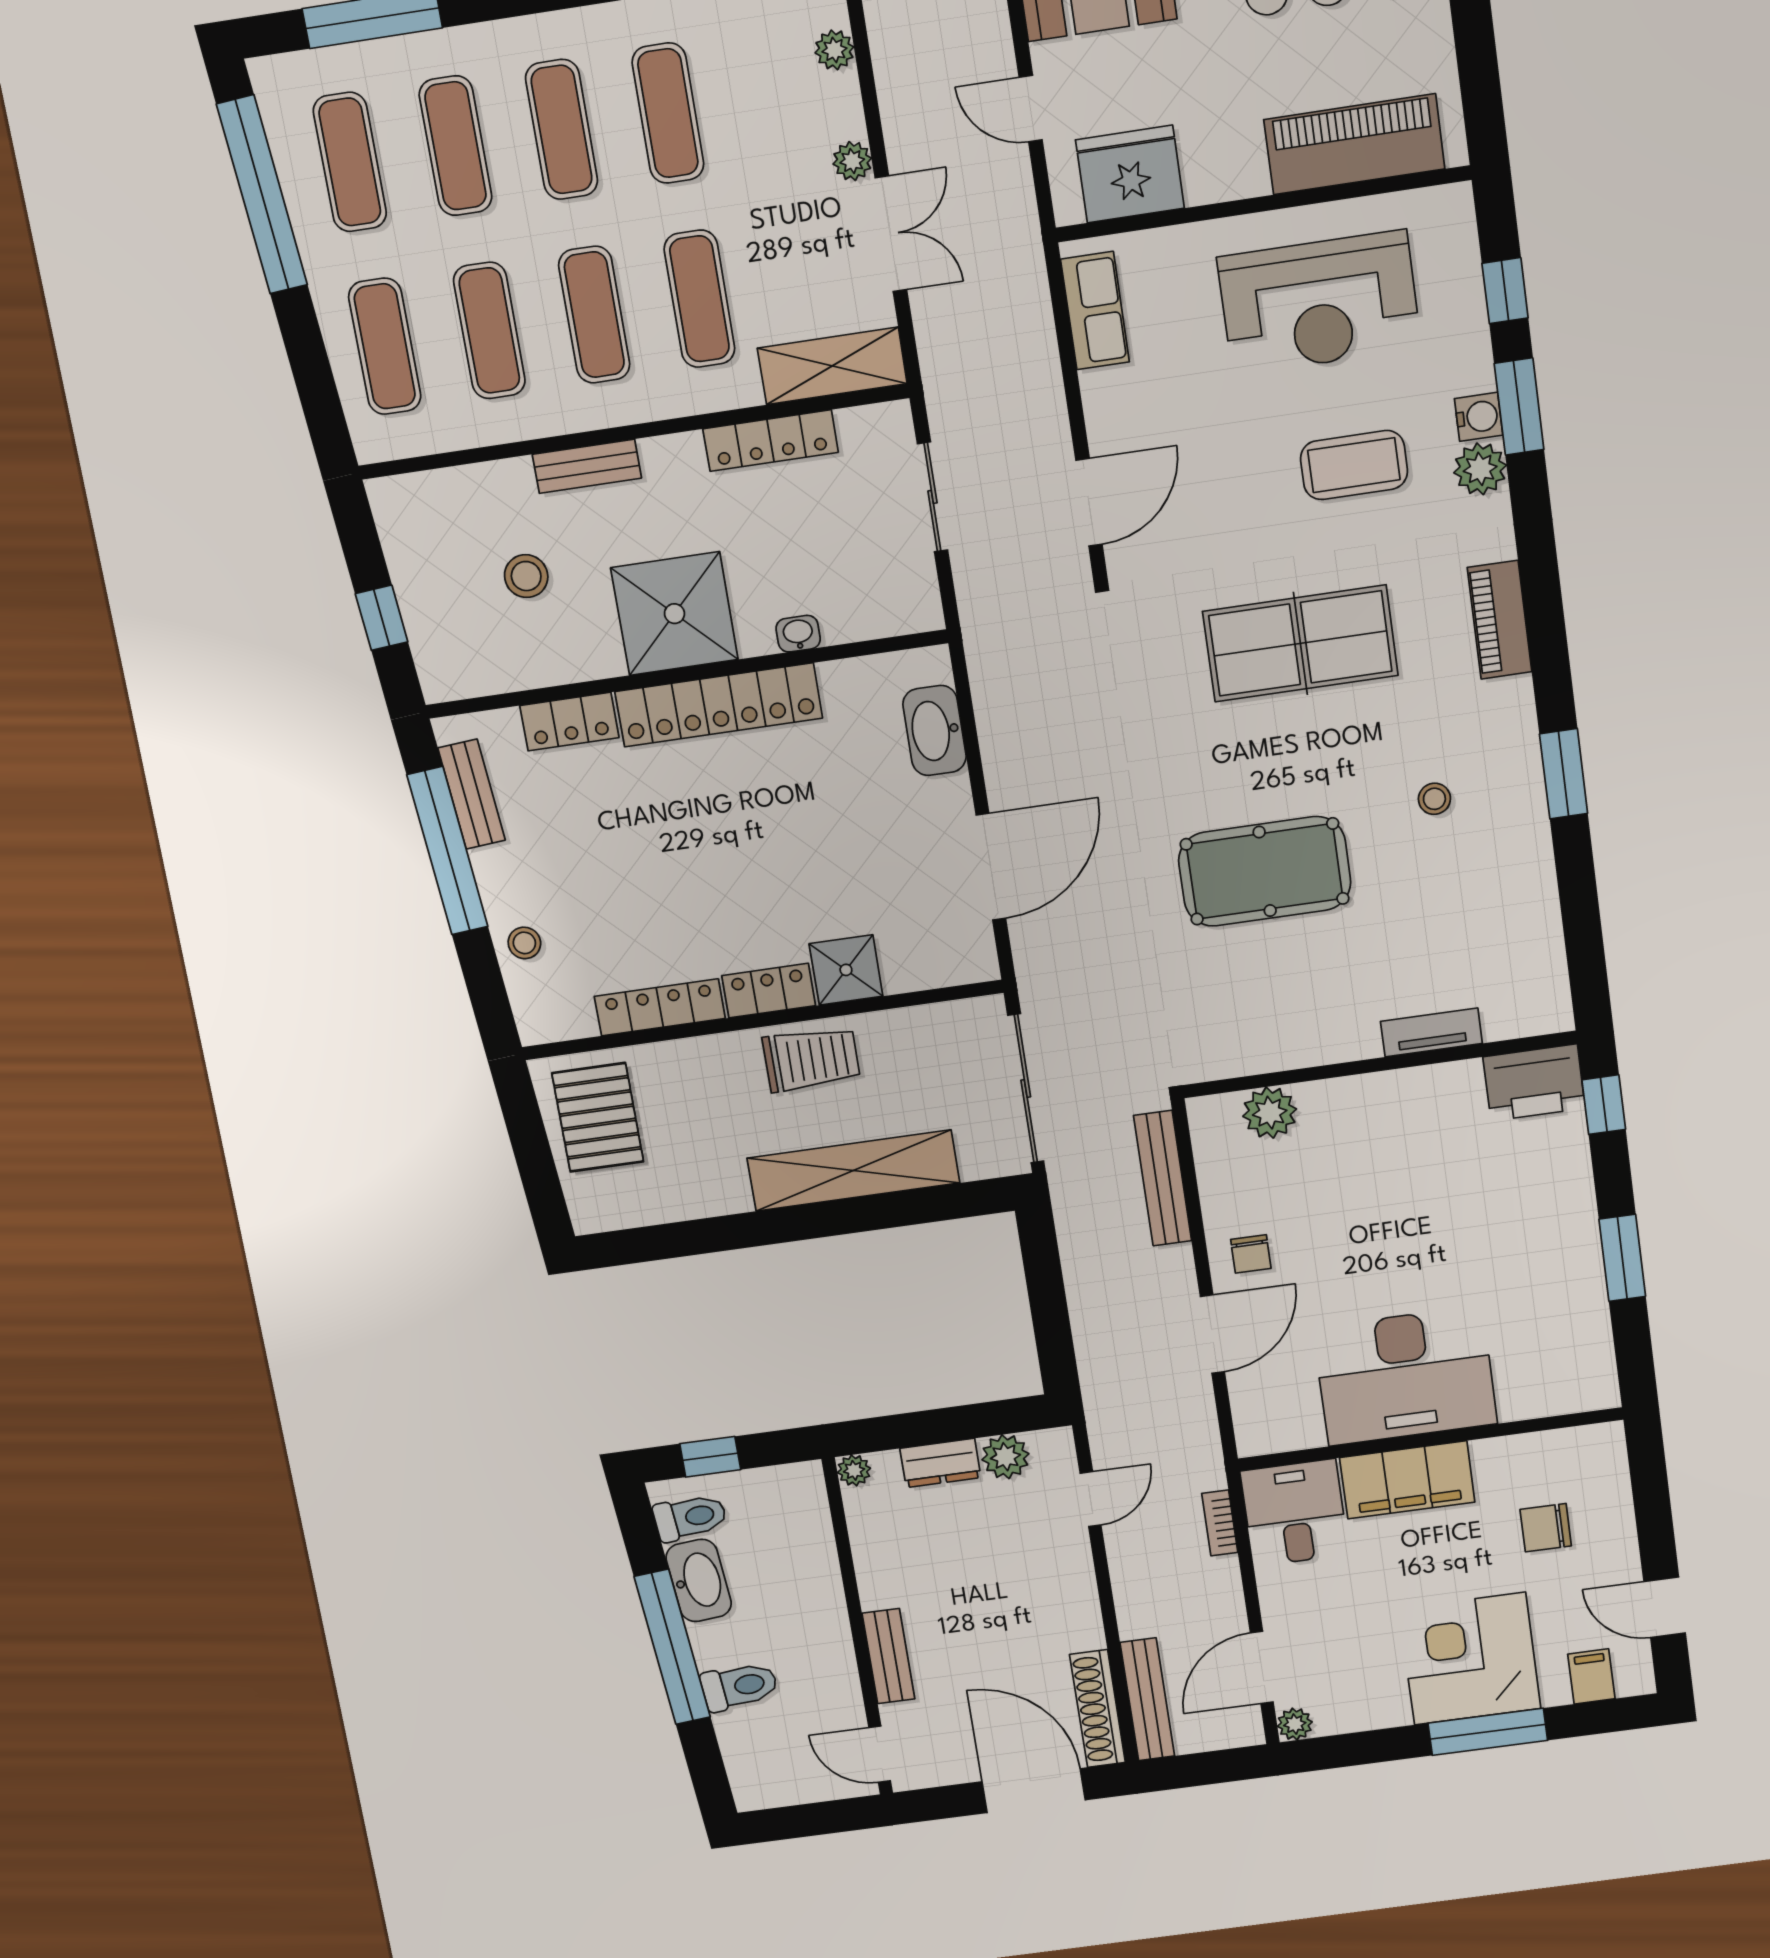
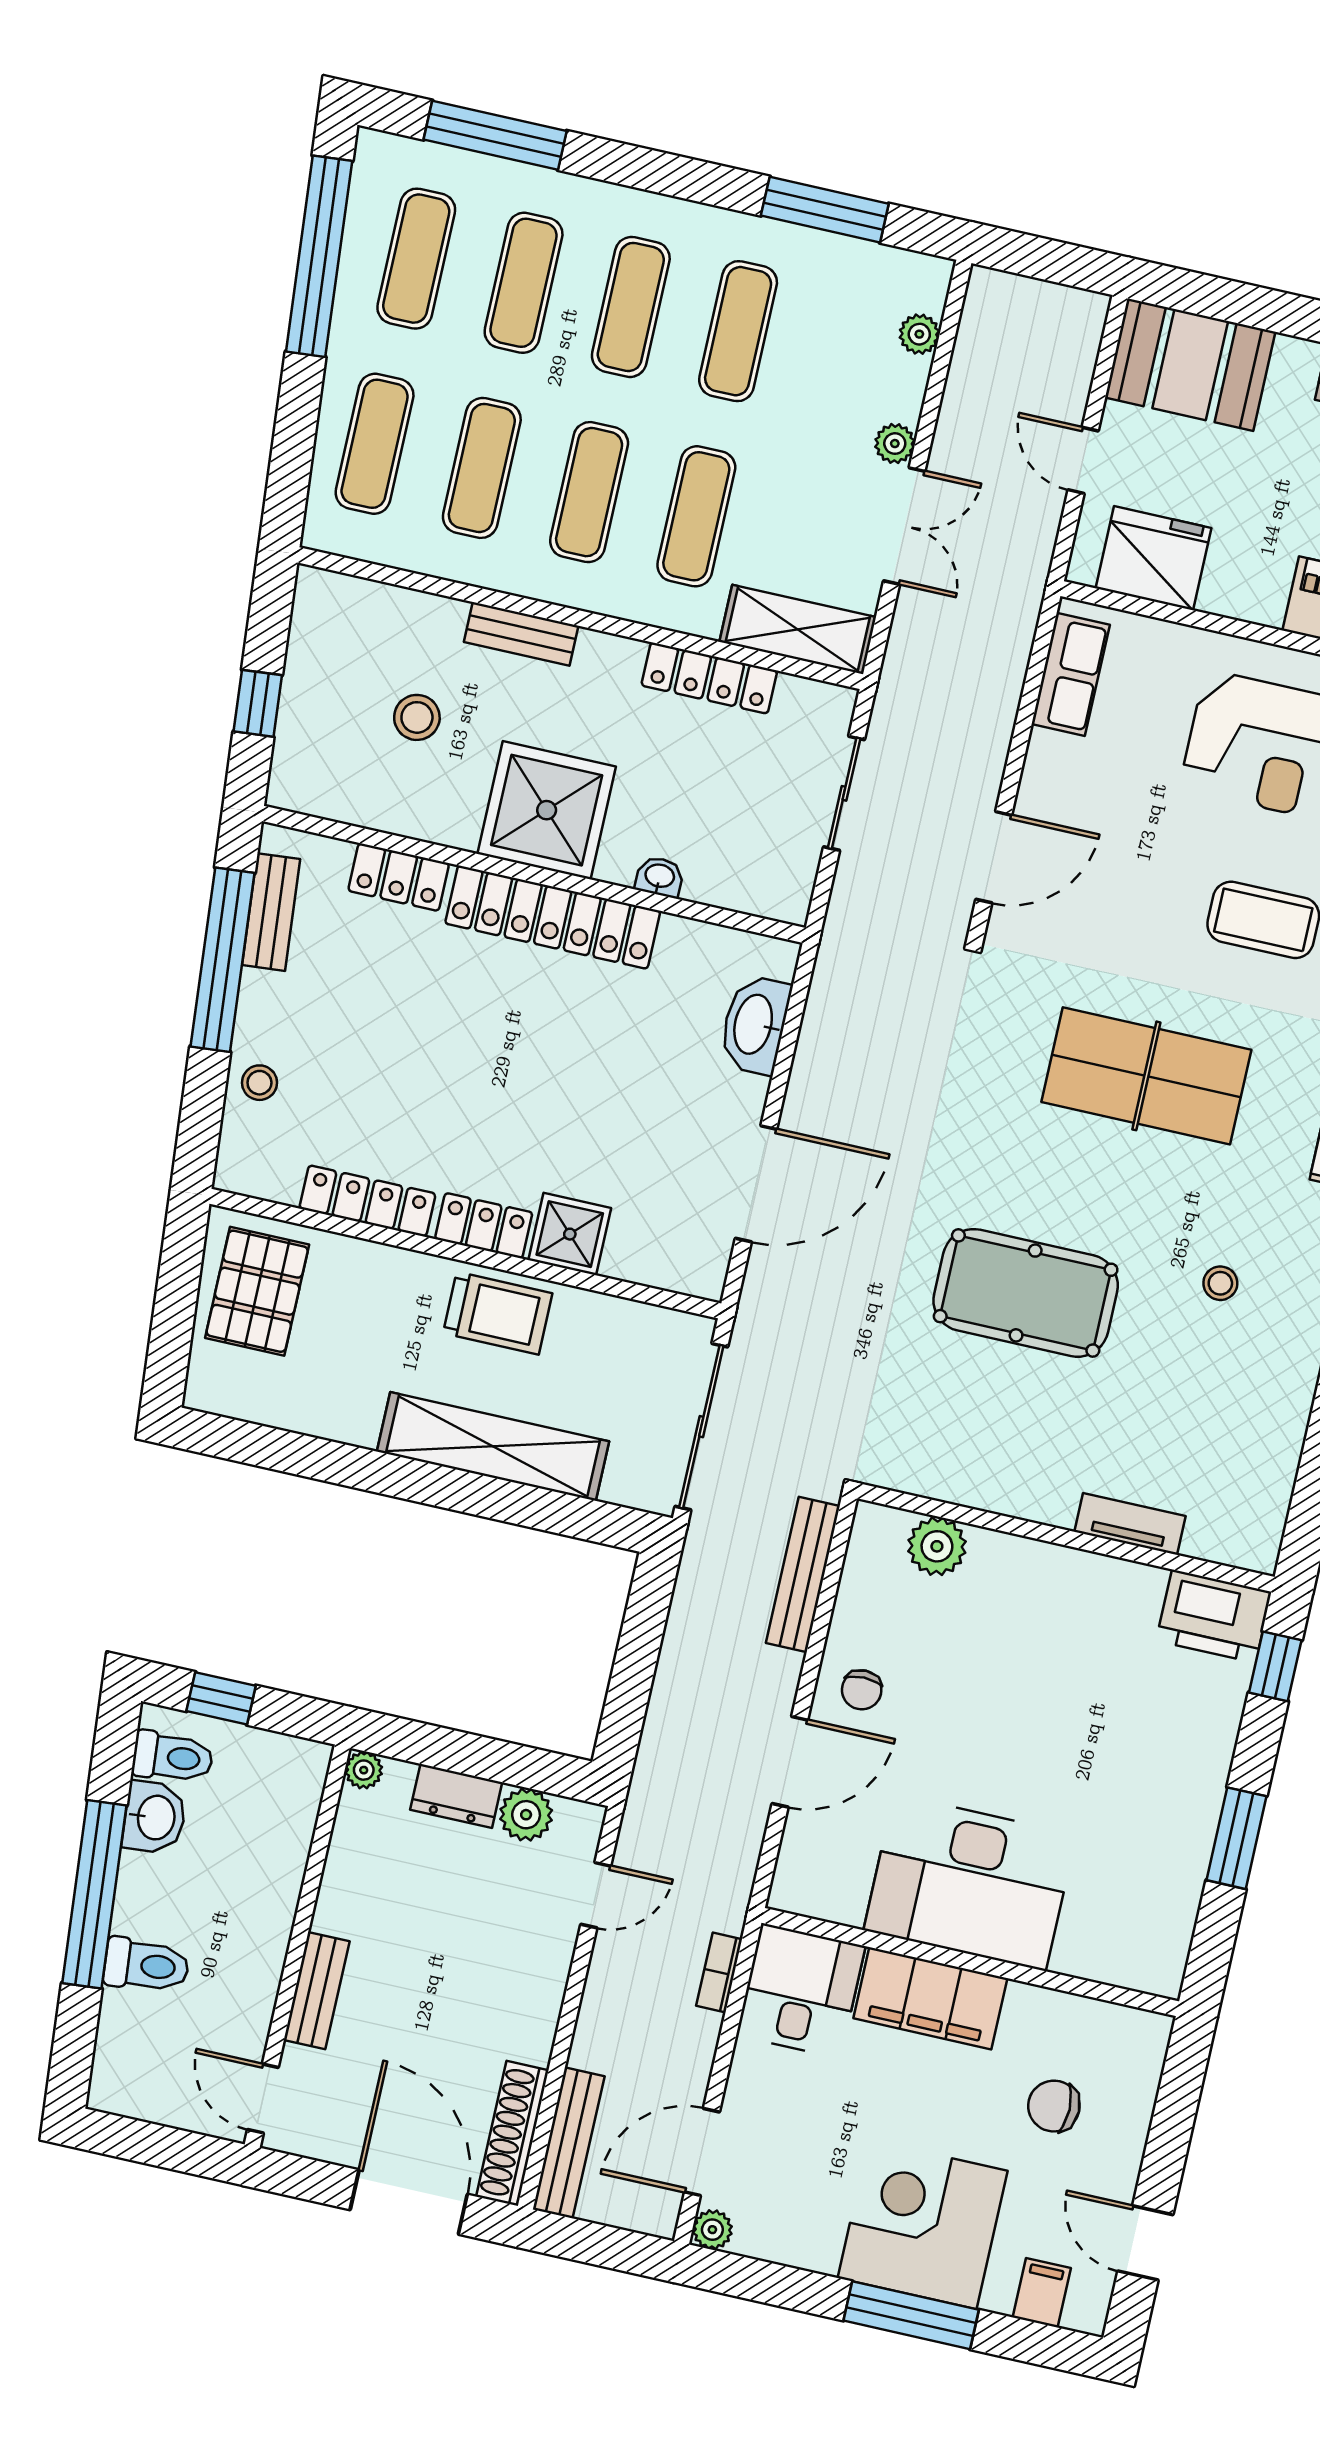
washbasin: (699, 1580) -> (154, 1817), width x0.72

